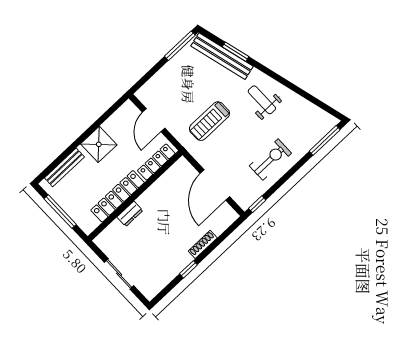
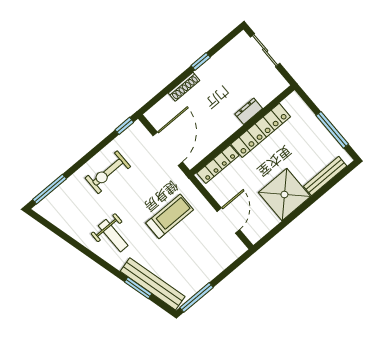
shower: (99, 144) -> (284, 195), width x1.37, depth x1.37
locker: (156, 162) -> (218, 164), moved
locker: (118, 196) -> (261, 130), moved
wall: (135, 196) -> (242, 130), moved
dresser: (130, 214) -> (249, 111), moved
sliding door: (119, 274) -> (265, 50), moved

